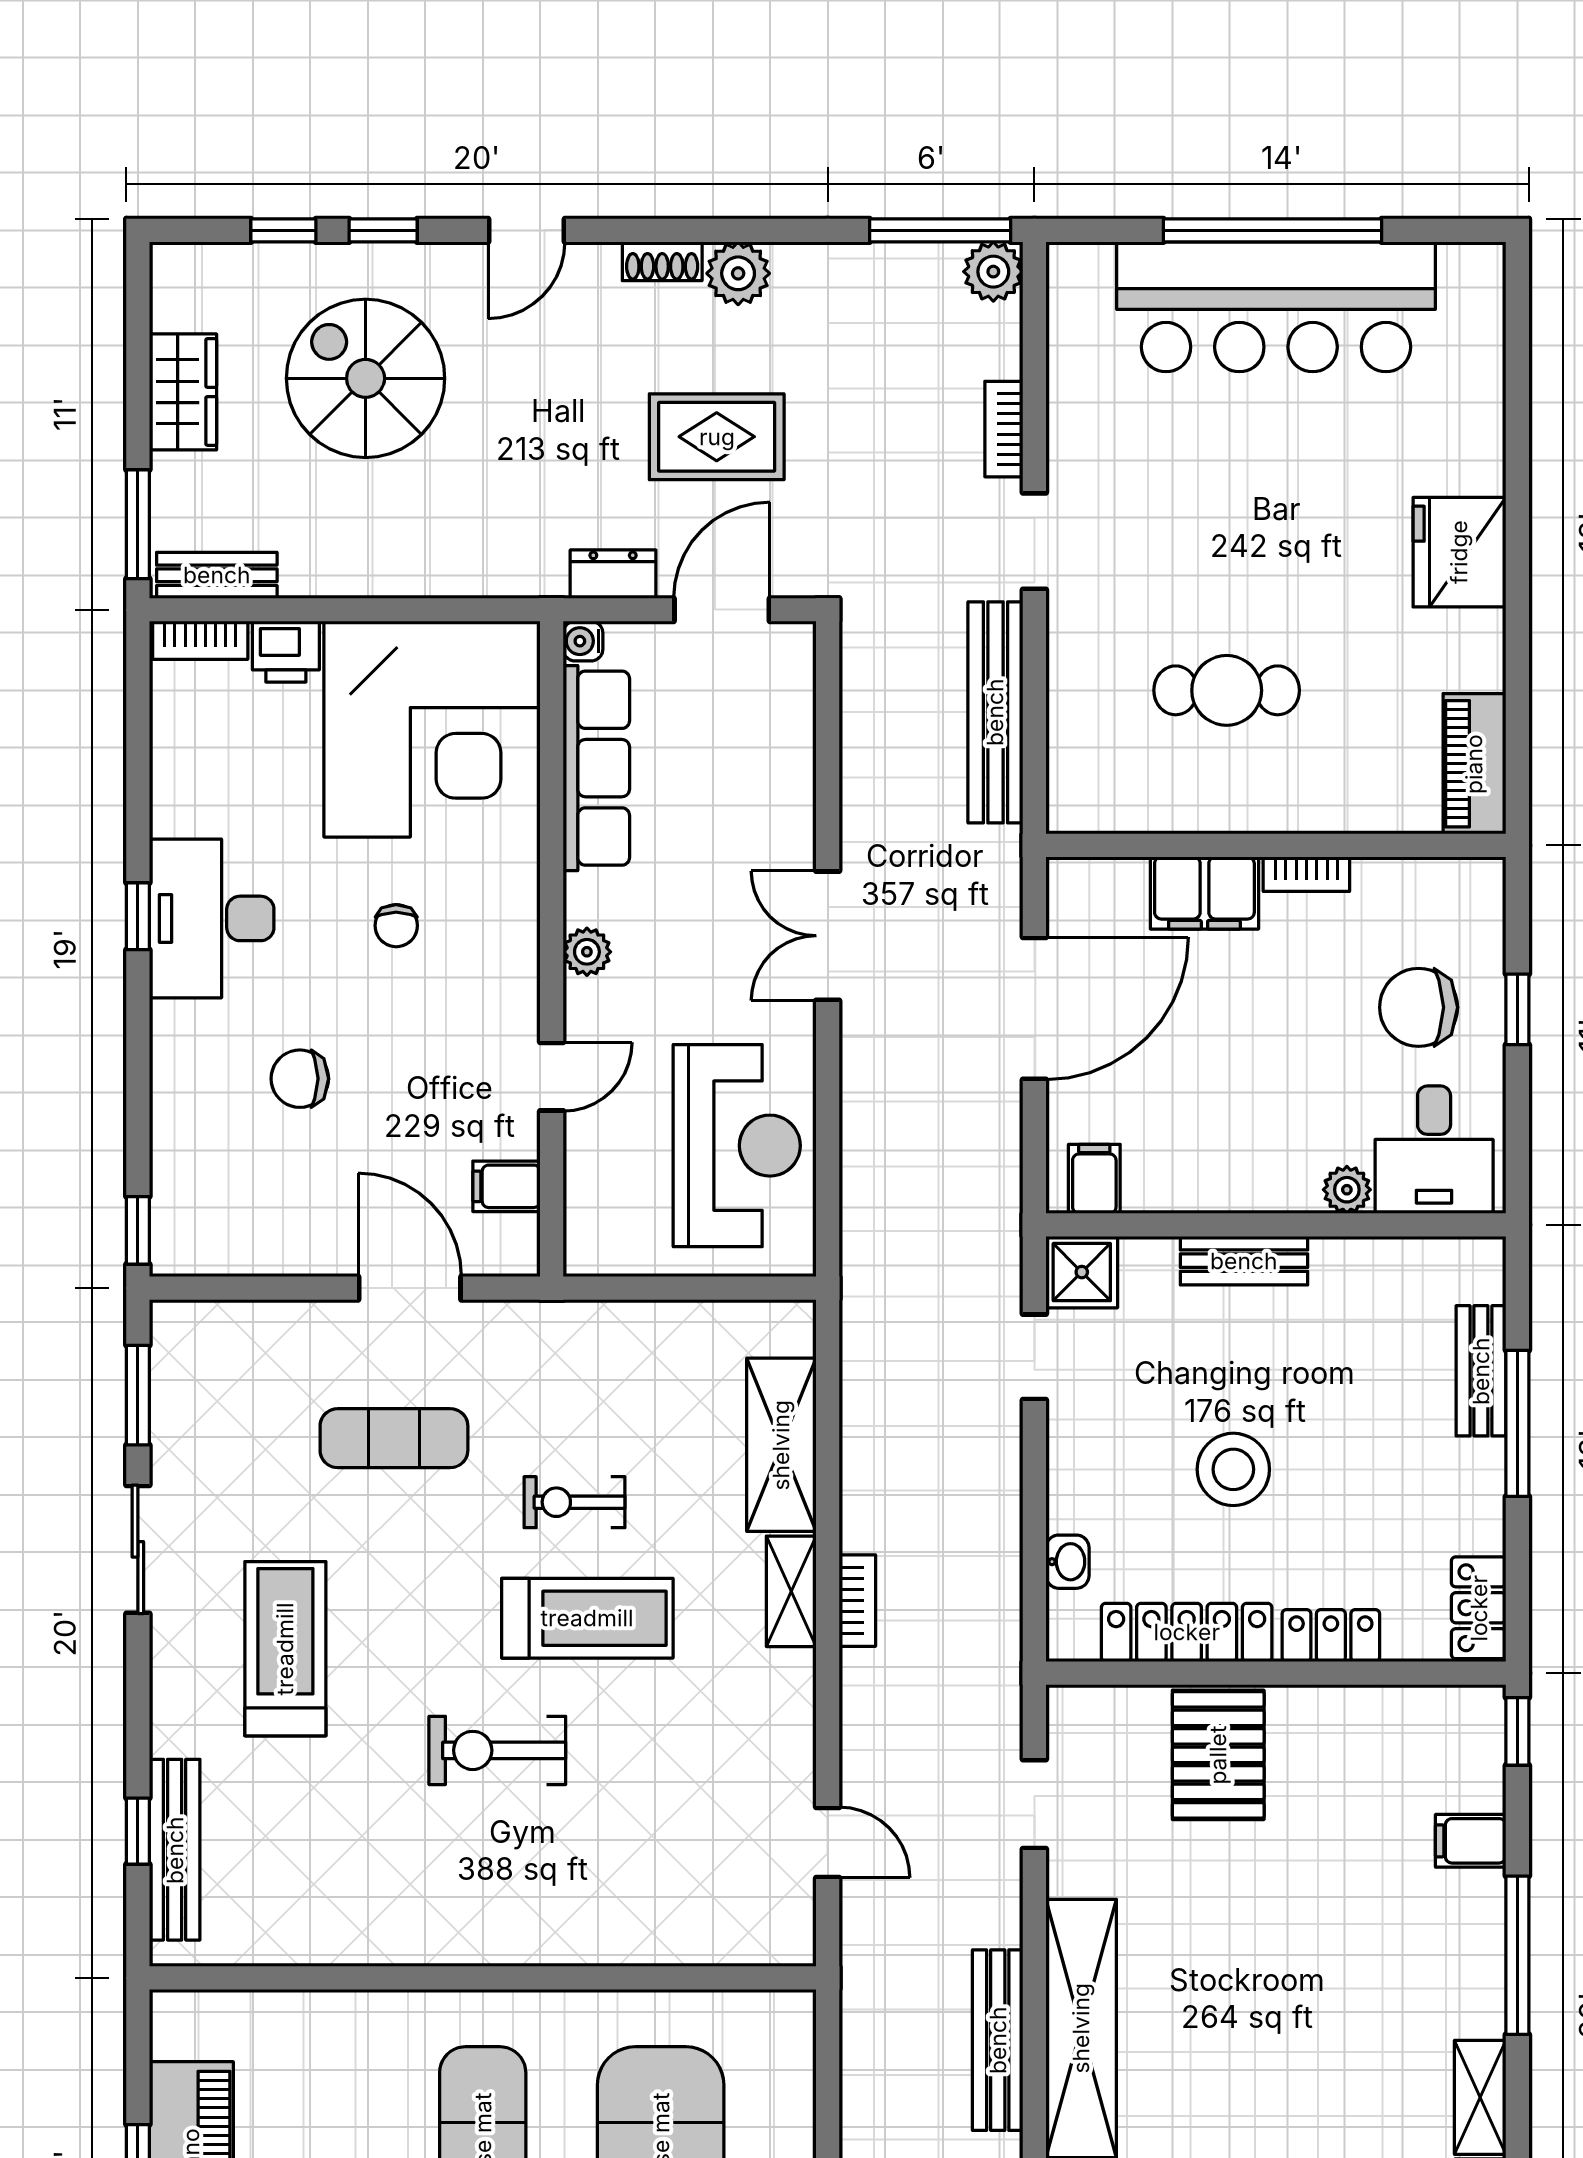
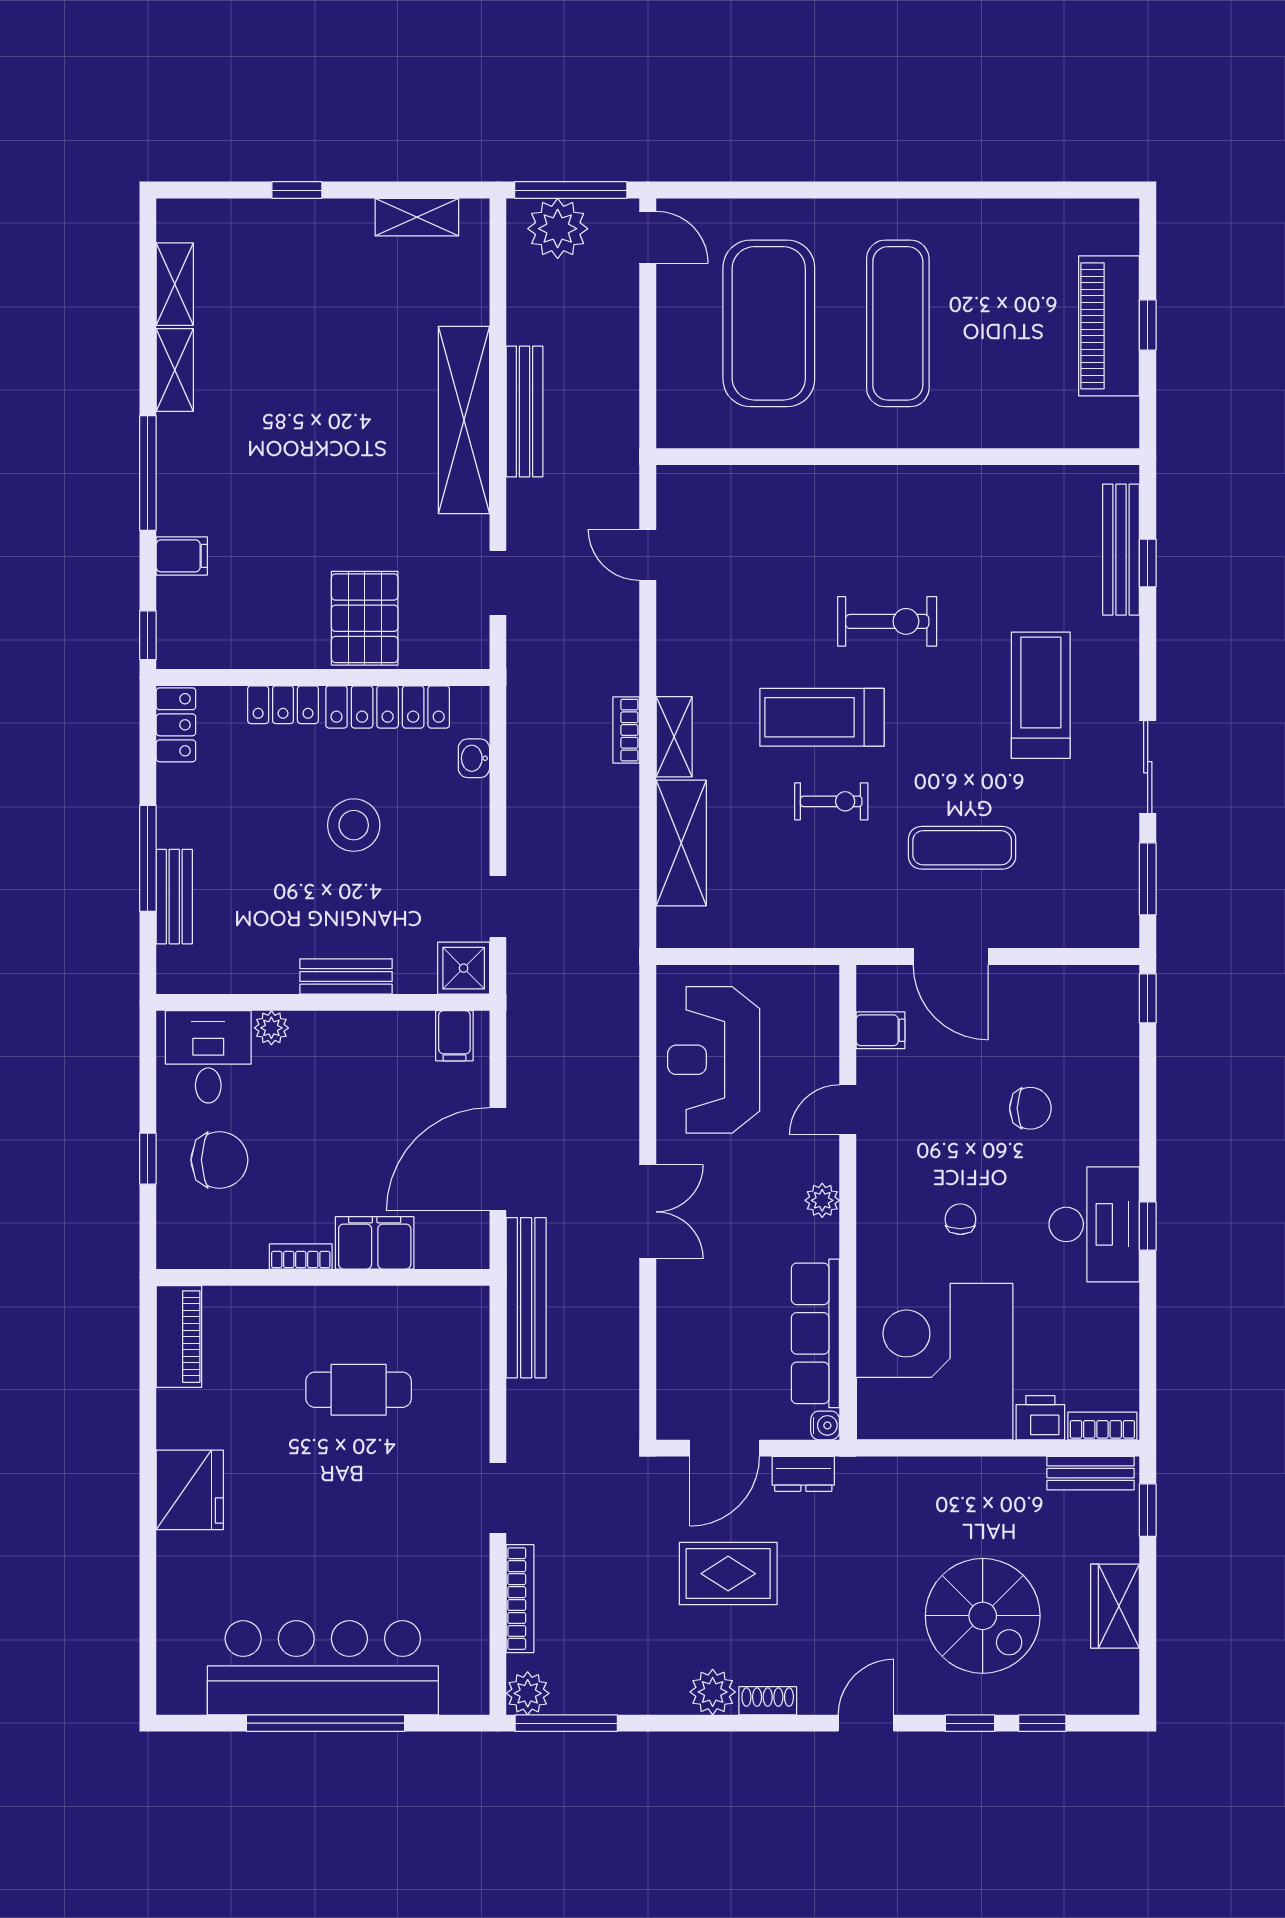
bookcase: (1004, 429) -> (520, 1599), width x1.56
window: (138, 524) -> (1148, 1510), width x0.67
bench: (995, 712) -> (526, 1298), moved
treadmill: (285, 1649) -> (1041, 695), turned 180

